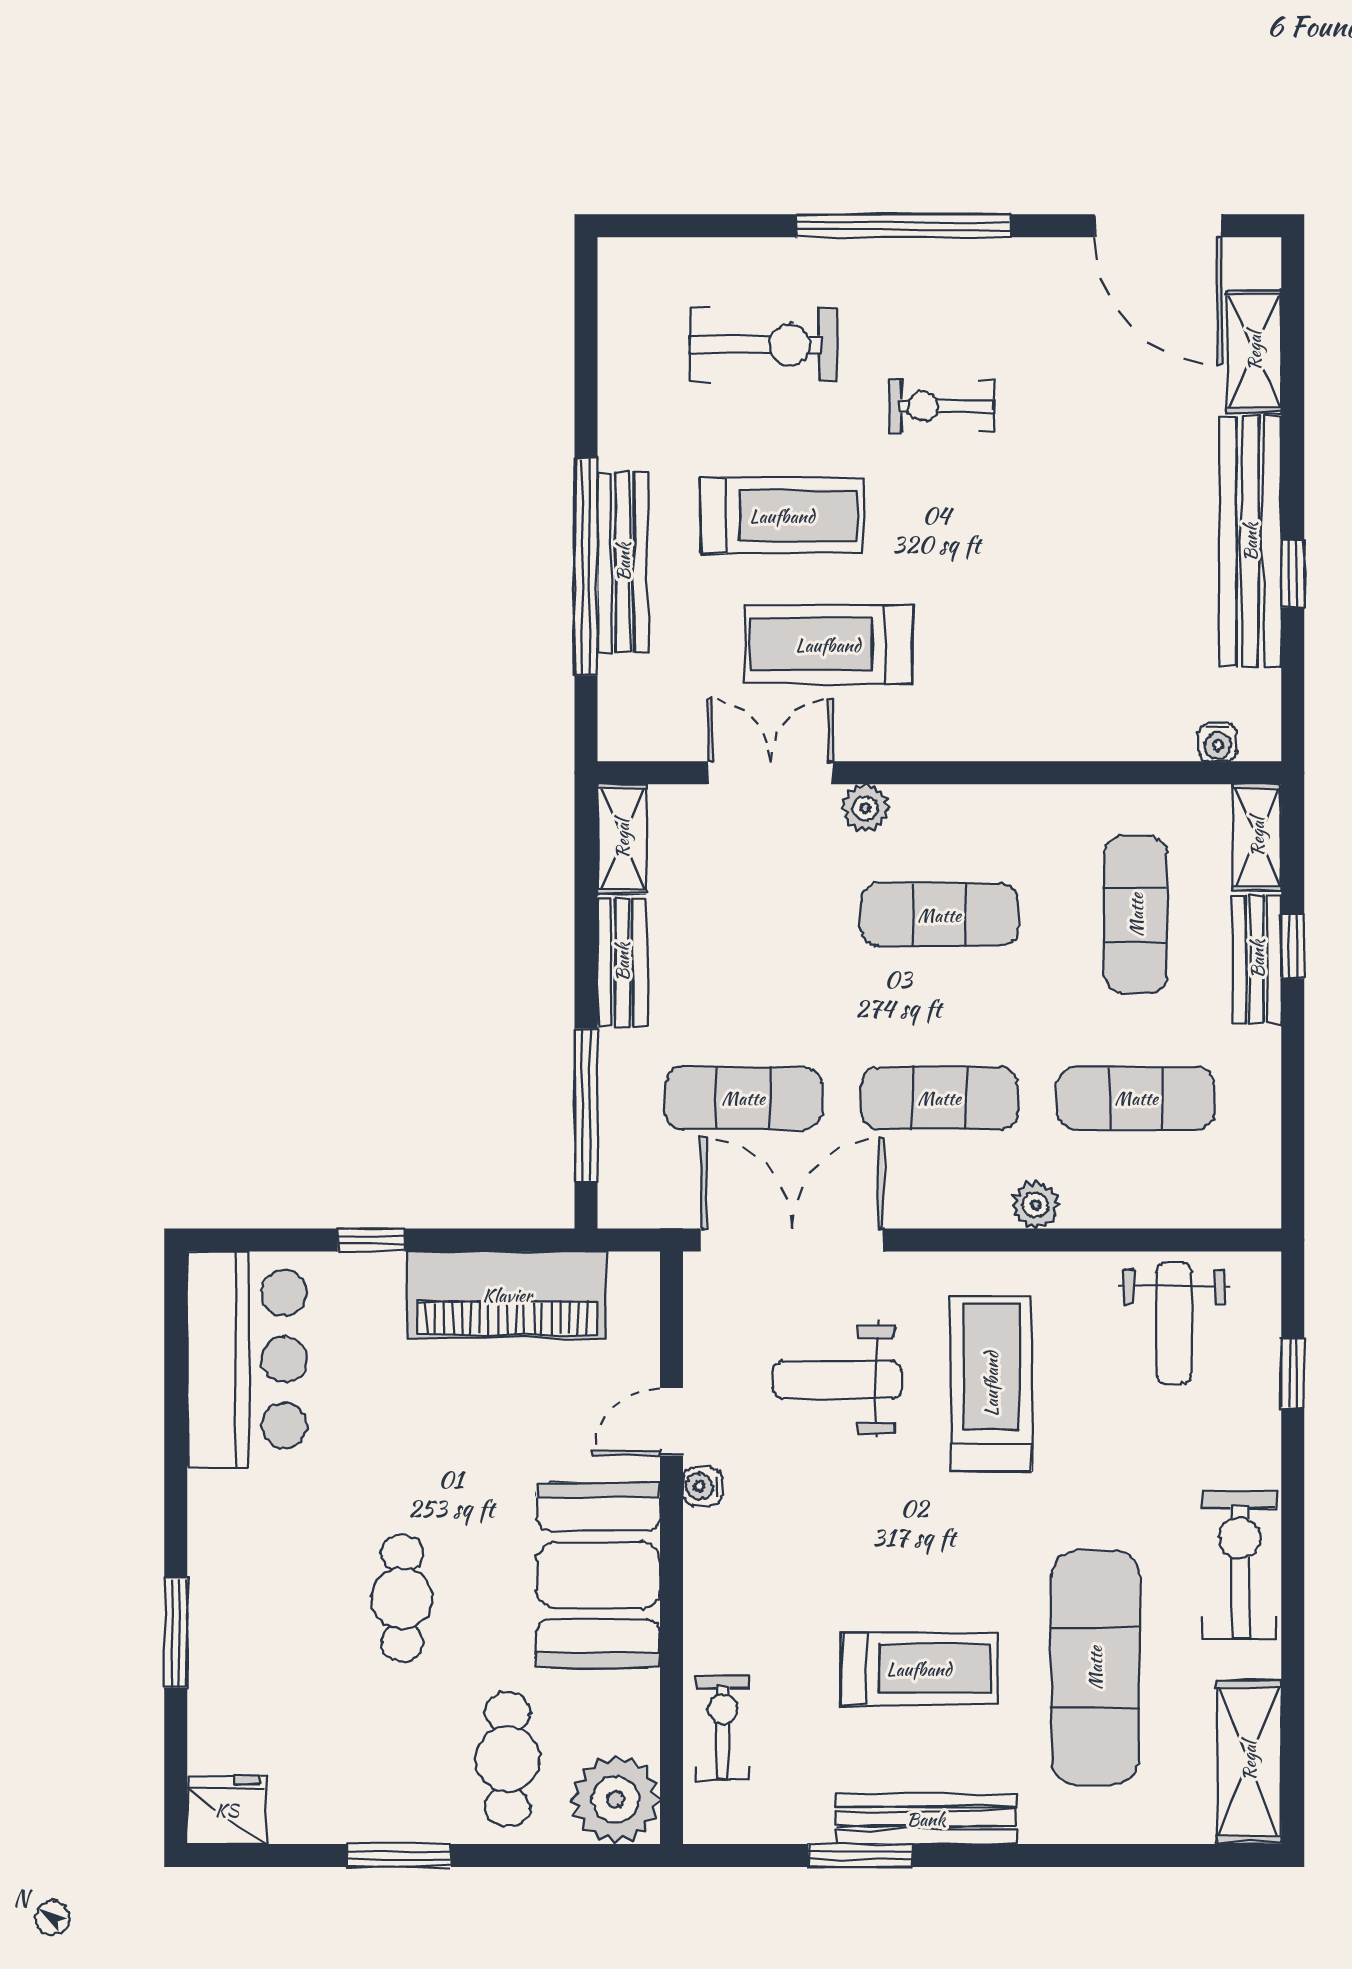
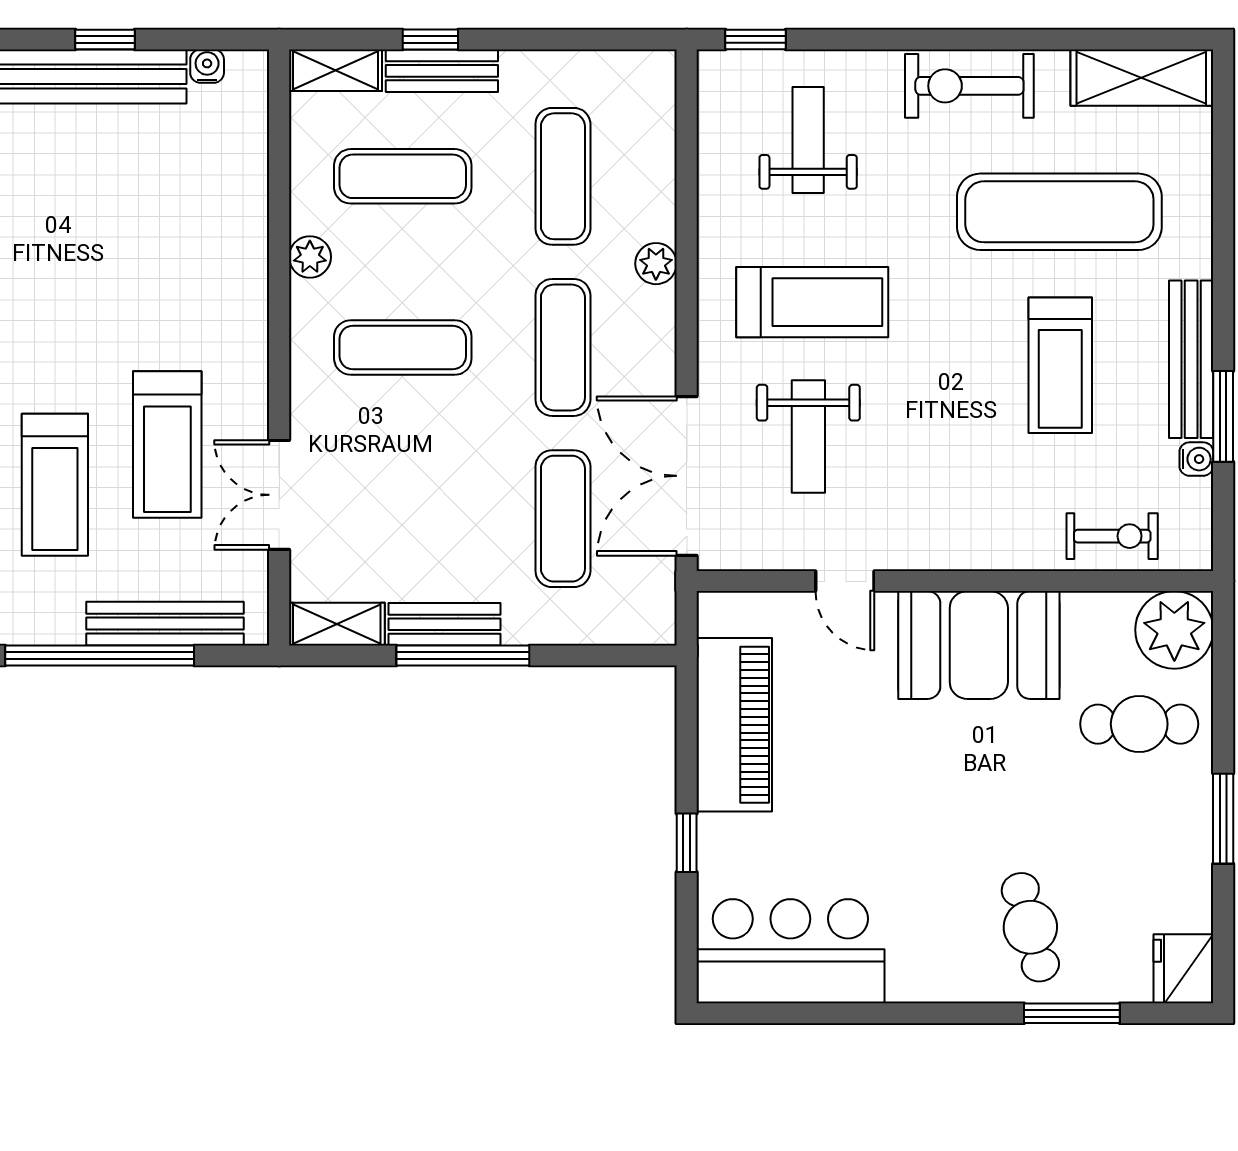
treadmill: (782, 516) -> (55, 485), turned 180
bench: (623, 562) -> (165, 624), moved
water cooler: (1218, 742) -> (207, 66), moved, turned -90
plant: (865, 808) -> (310, 257), moved
exercise mat: (939, 915) -> (403, 347), turned 90
window: (586, 1105) -> (463, 656), moved
weight bench: (1174, 1323) -> (808, 140), moved, turned -90
window: (1293, 1373) -> (755, 39), moved
treadmill: (991, 1384) -> (812, 302), turned 180
water cooler: (702, 1487) -> (1196, 459), moved, turned -90
cafe table: (402, 1598) -> (1030, 927), moved, turned 75
window: (176, 1633) -> (1072, 1013), moved
treadmill: (919, 1669) -> (1060, 365), turned 180
exercise bike: (723, 1728) -> (1112, 536), turned 180

